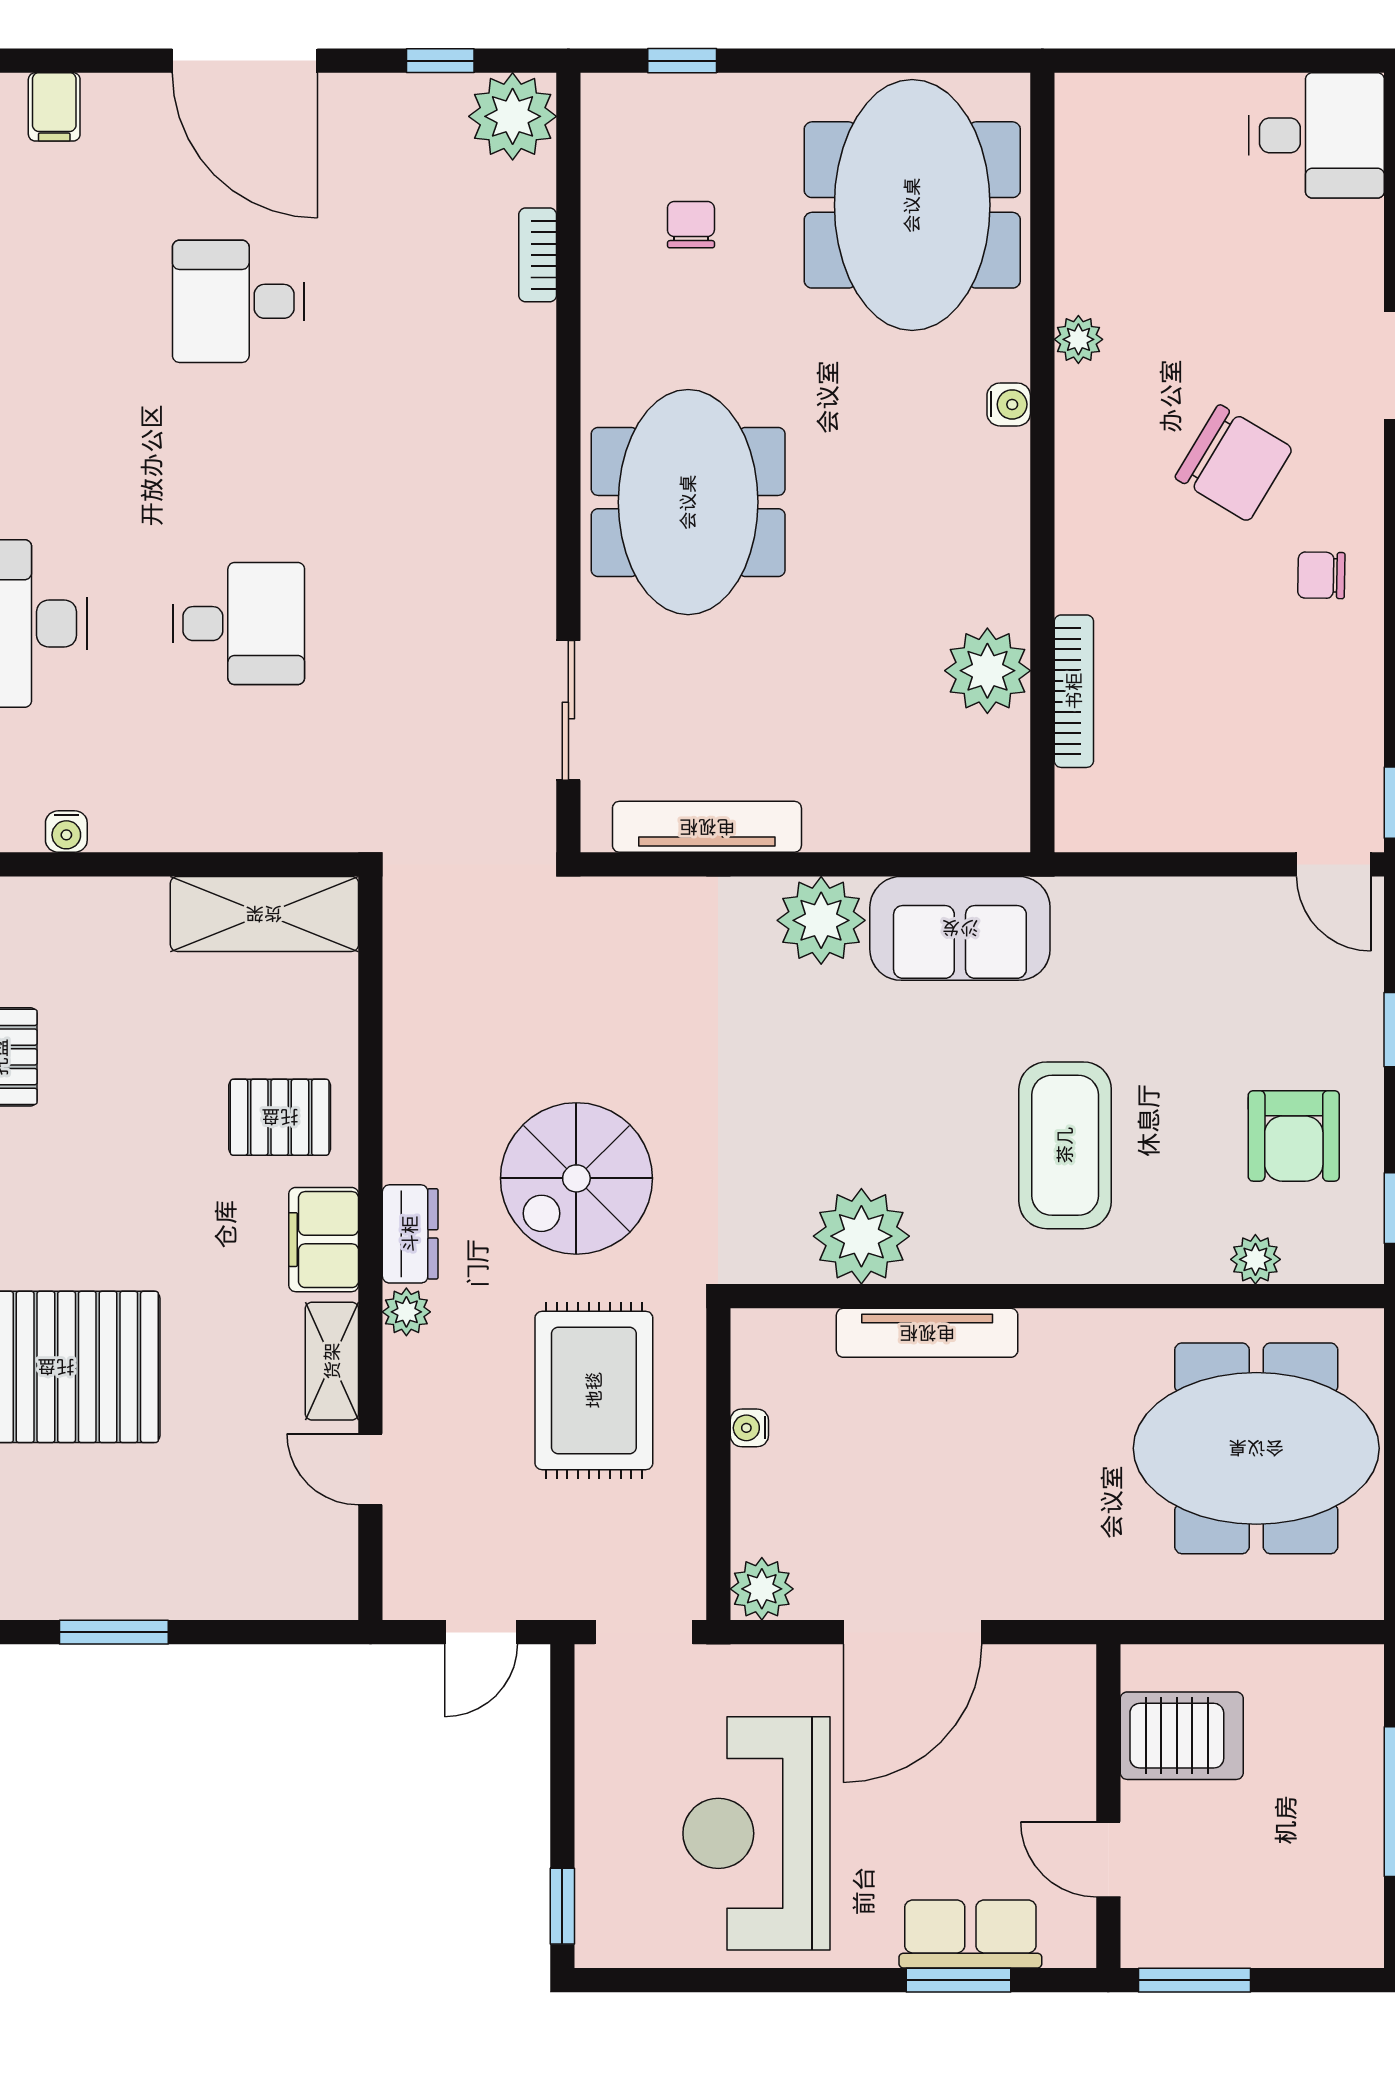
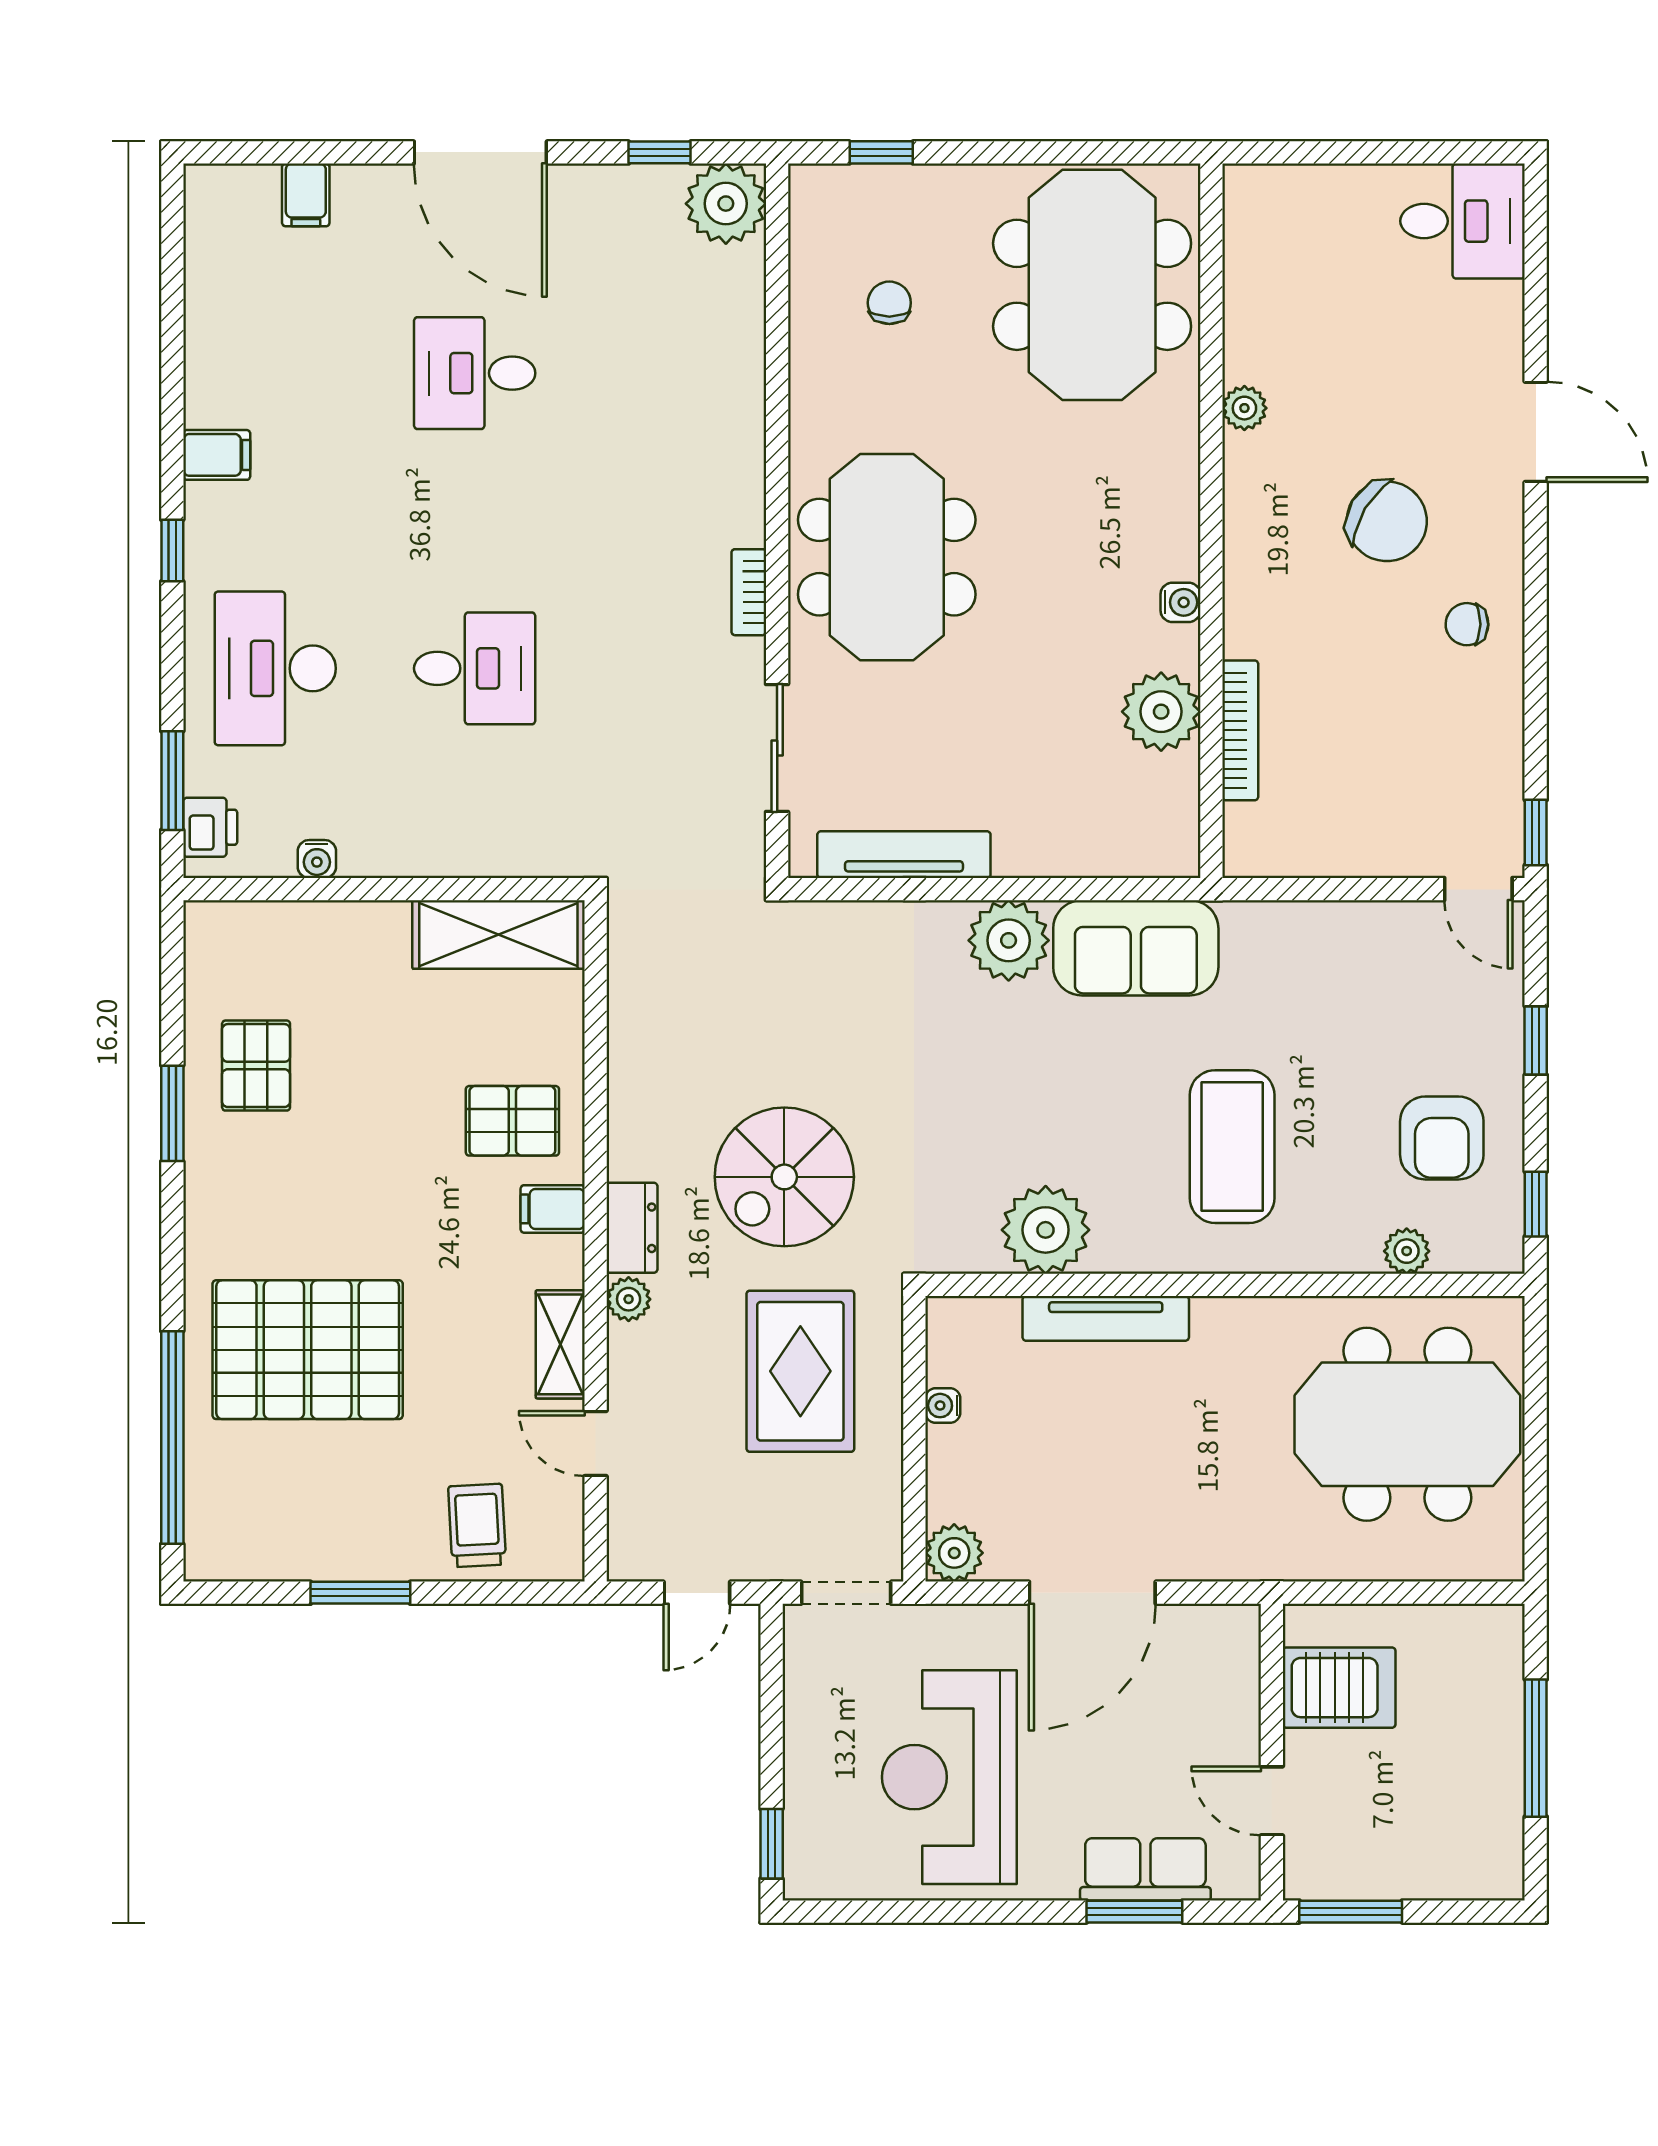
bookcase: (538, 255) -> (749, 592), moved
water cooler: (1009, 404) -> (1180, 602), moved
filing cabinet: (324, 1240) -> (553, 1209), width x0.50
trolley: (241, 1559) -> (477, 1525), added

